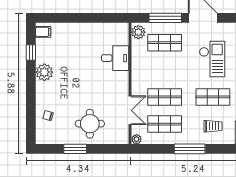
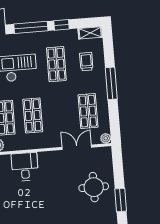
shop shelf: (165, 97) -> (33, 115), moved

